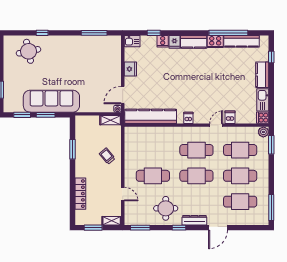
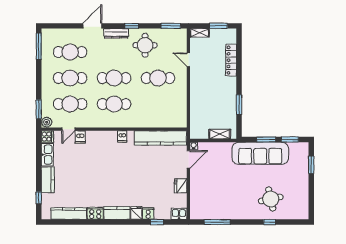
window: (228, 33) -> (82, 222), removed
round table: (29, 51) -> (271, 199), moved
shelving: (111, 120) -> (220, 134), moved
door: (216, 125) -> (68, 129), moved
trolley: (107, 156) -> (204, 98), removed

